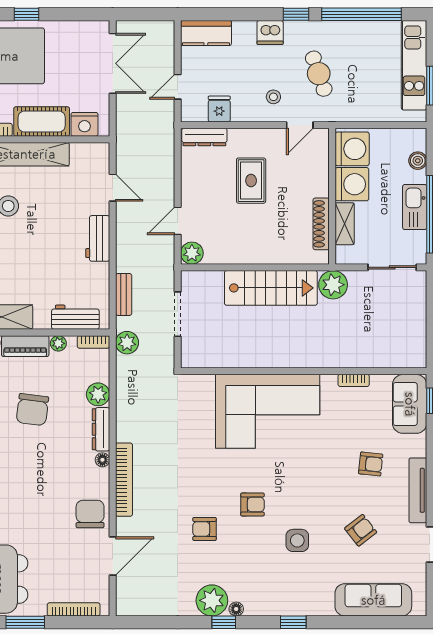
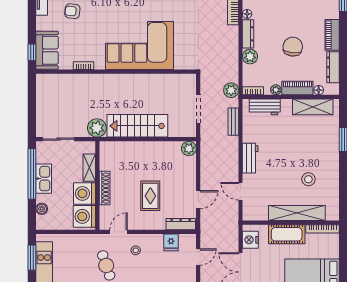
nightstand: (85, 124) -> (250, 240), moved, turned -90
door: (178, 221) -> (198, 200), moved
shoe rack: (321, 224) -> (105, 188), moved

